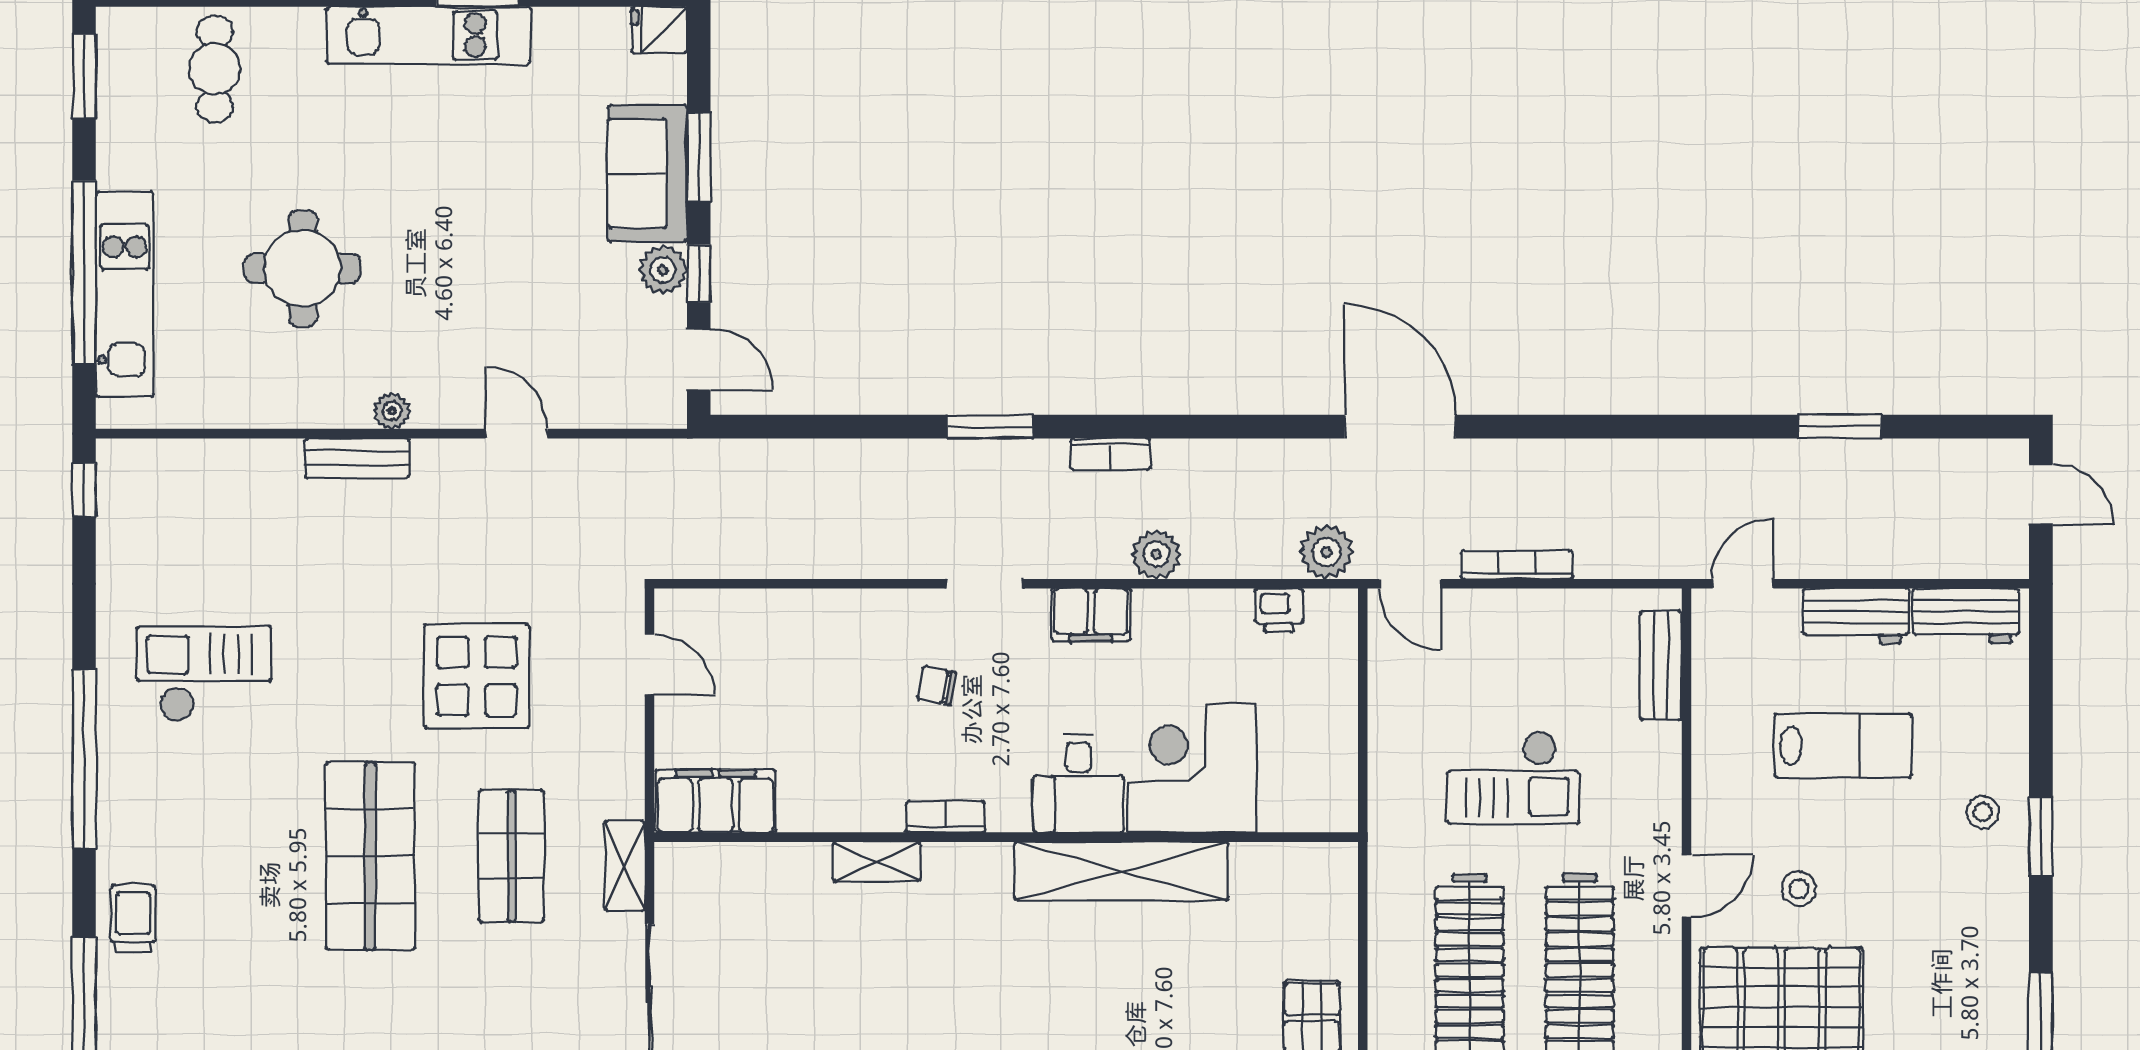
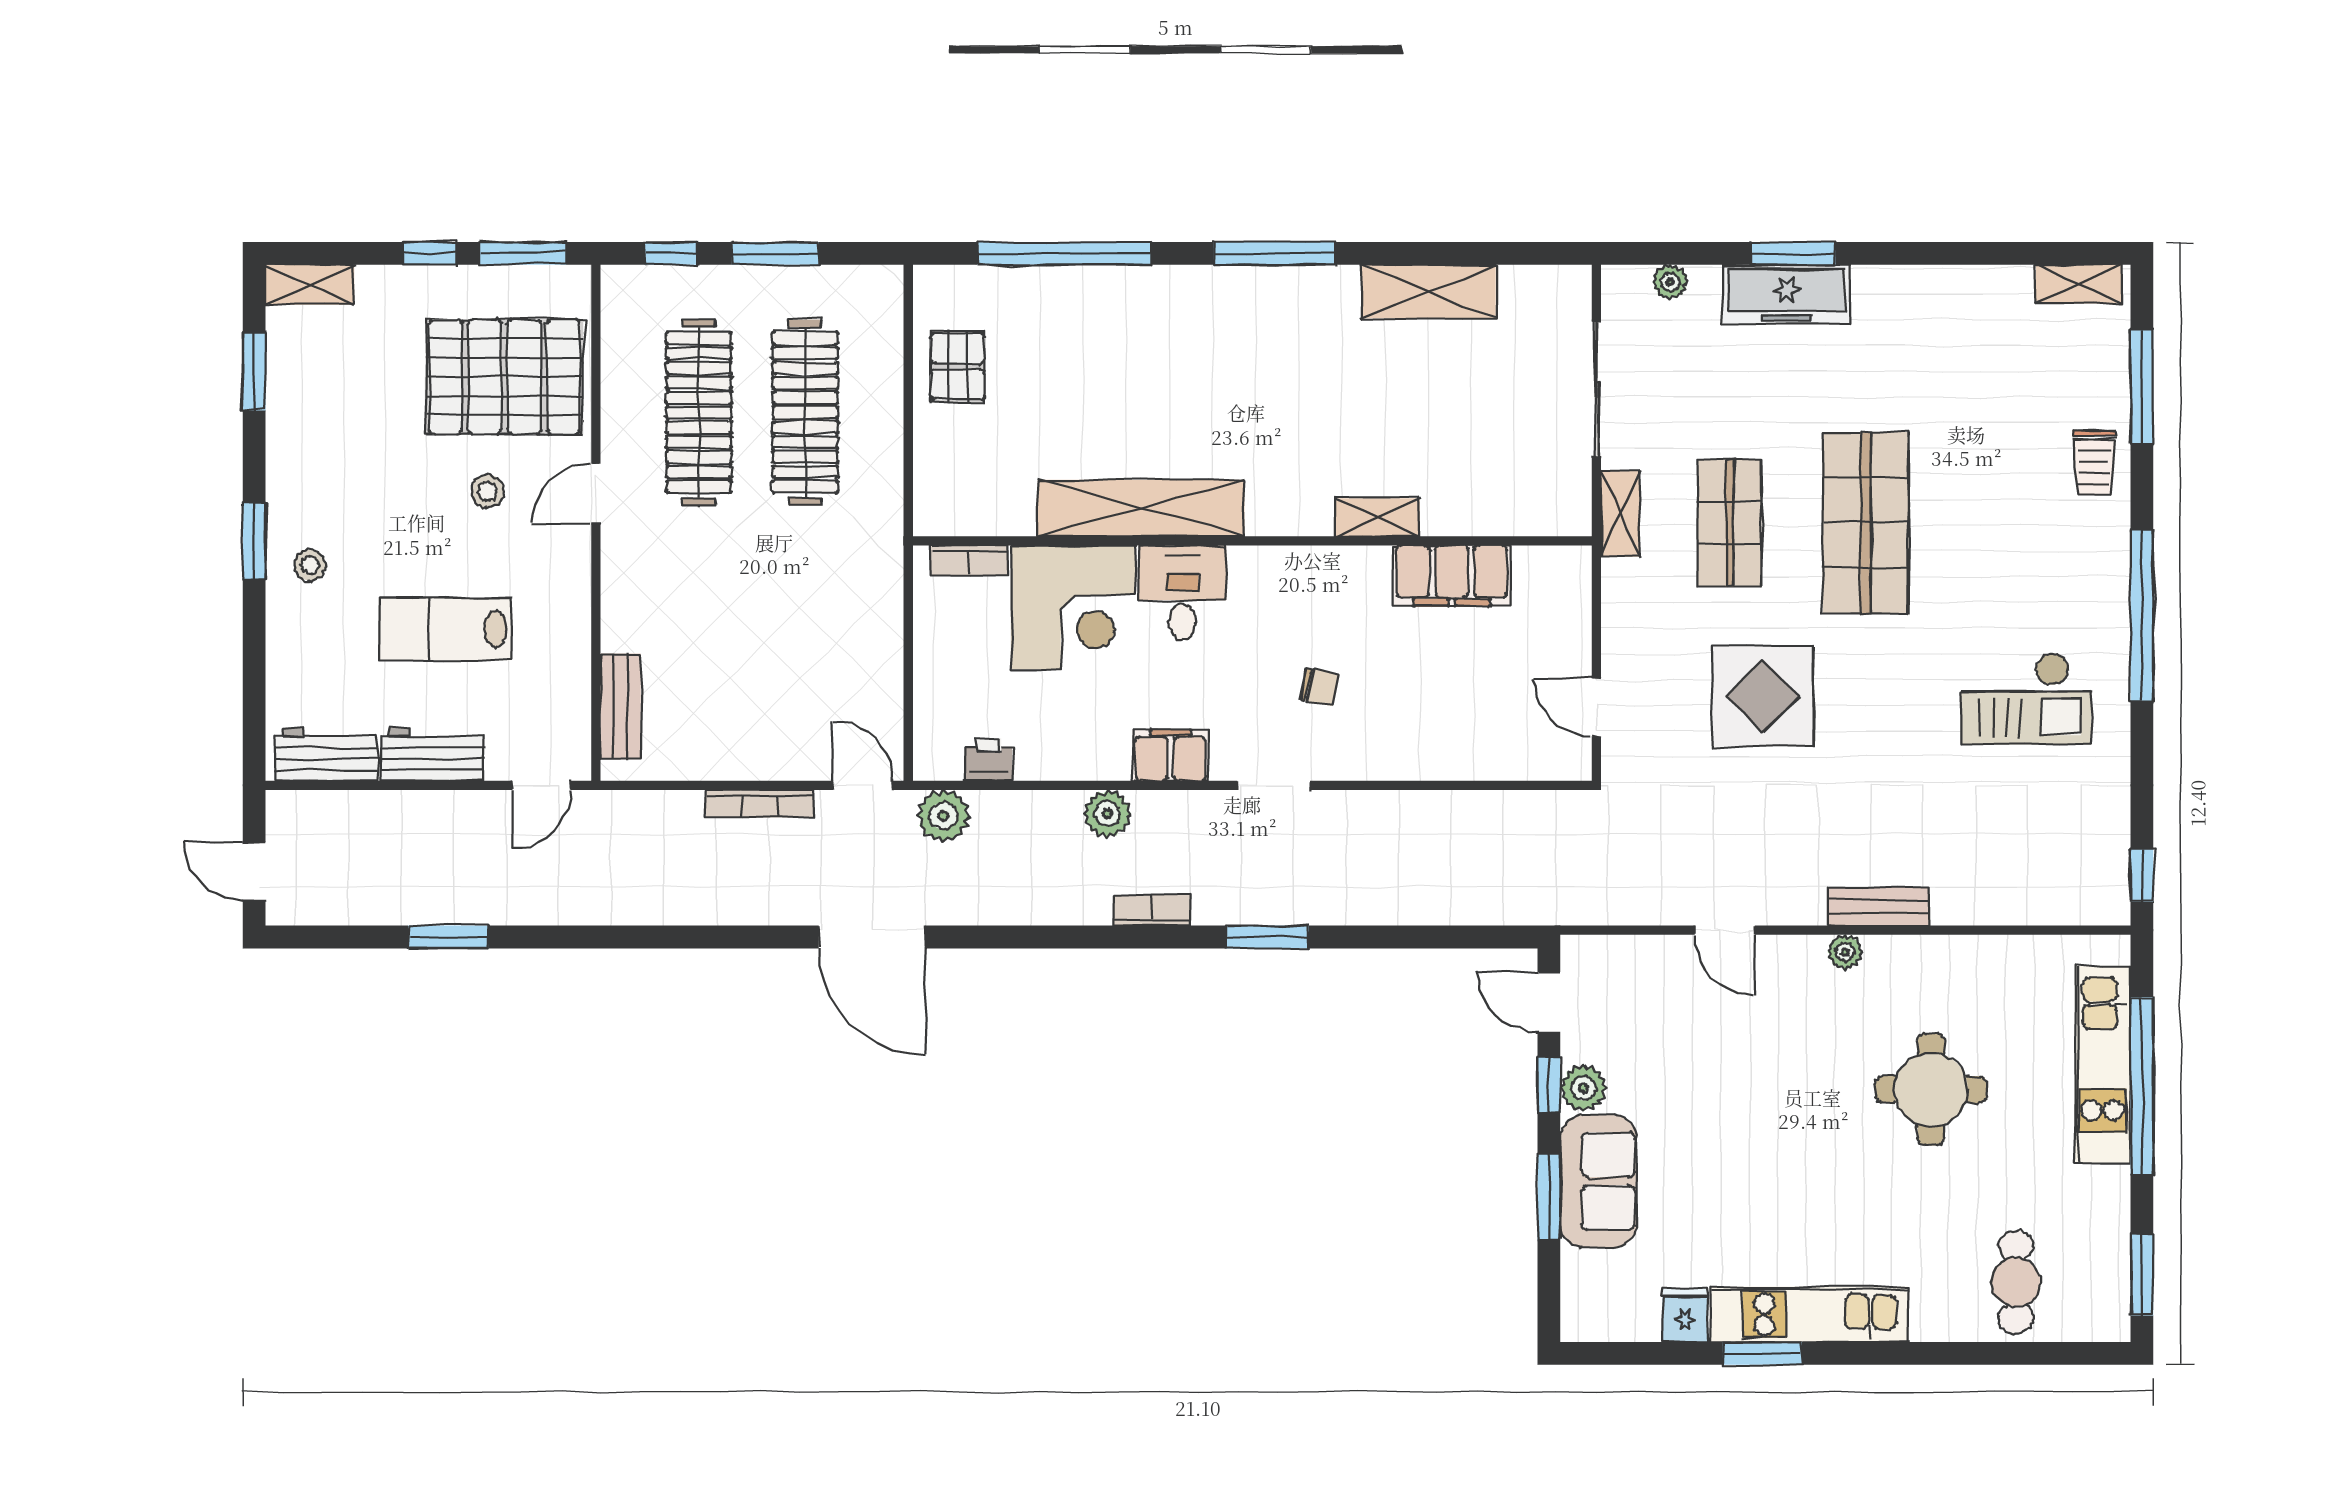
fridge: (659, 30) -> (1685, 1315), moved, turned -90
checkout: (1513, 778) -> (763, 598), removed
filing cabinet: (716, 801) -> (1452, 576), moved
bookcase: (946, 817) -> (969, 561), moved

